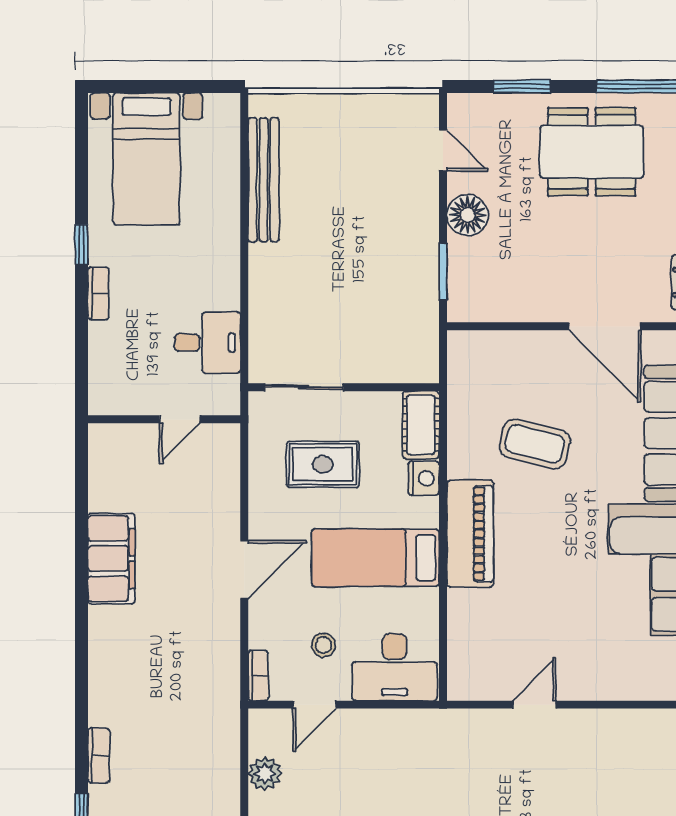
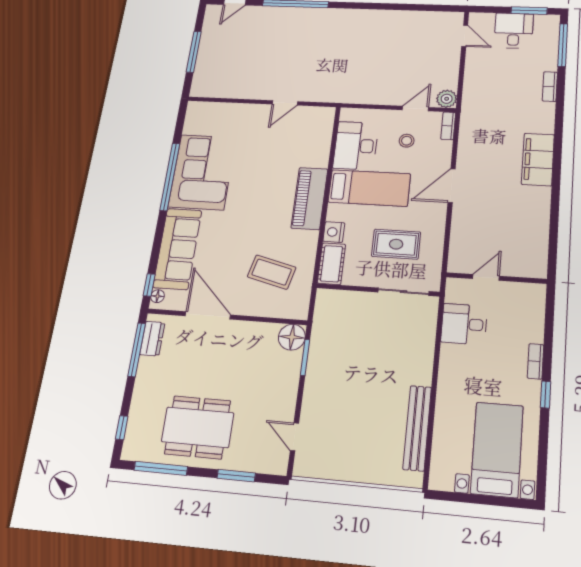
floor lamp: (468, 215) -> (292, 337), moved
coffee table: (535, 444) -> (272, 272), moved
filing cabinet: (111, 559) -> (538, 159), moved
desk: (395, 667) -> (356, 146), moved, turned -90
plant: (265, 774) -> (447, 99), moved

